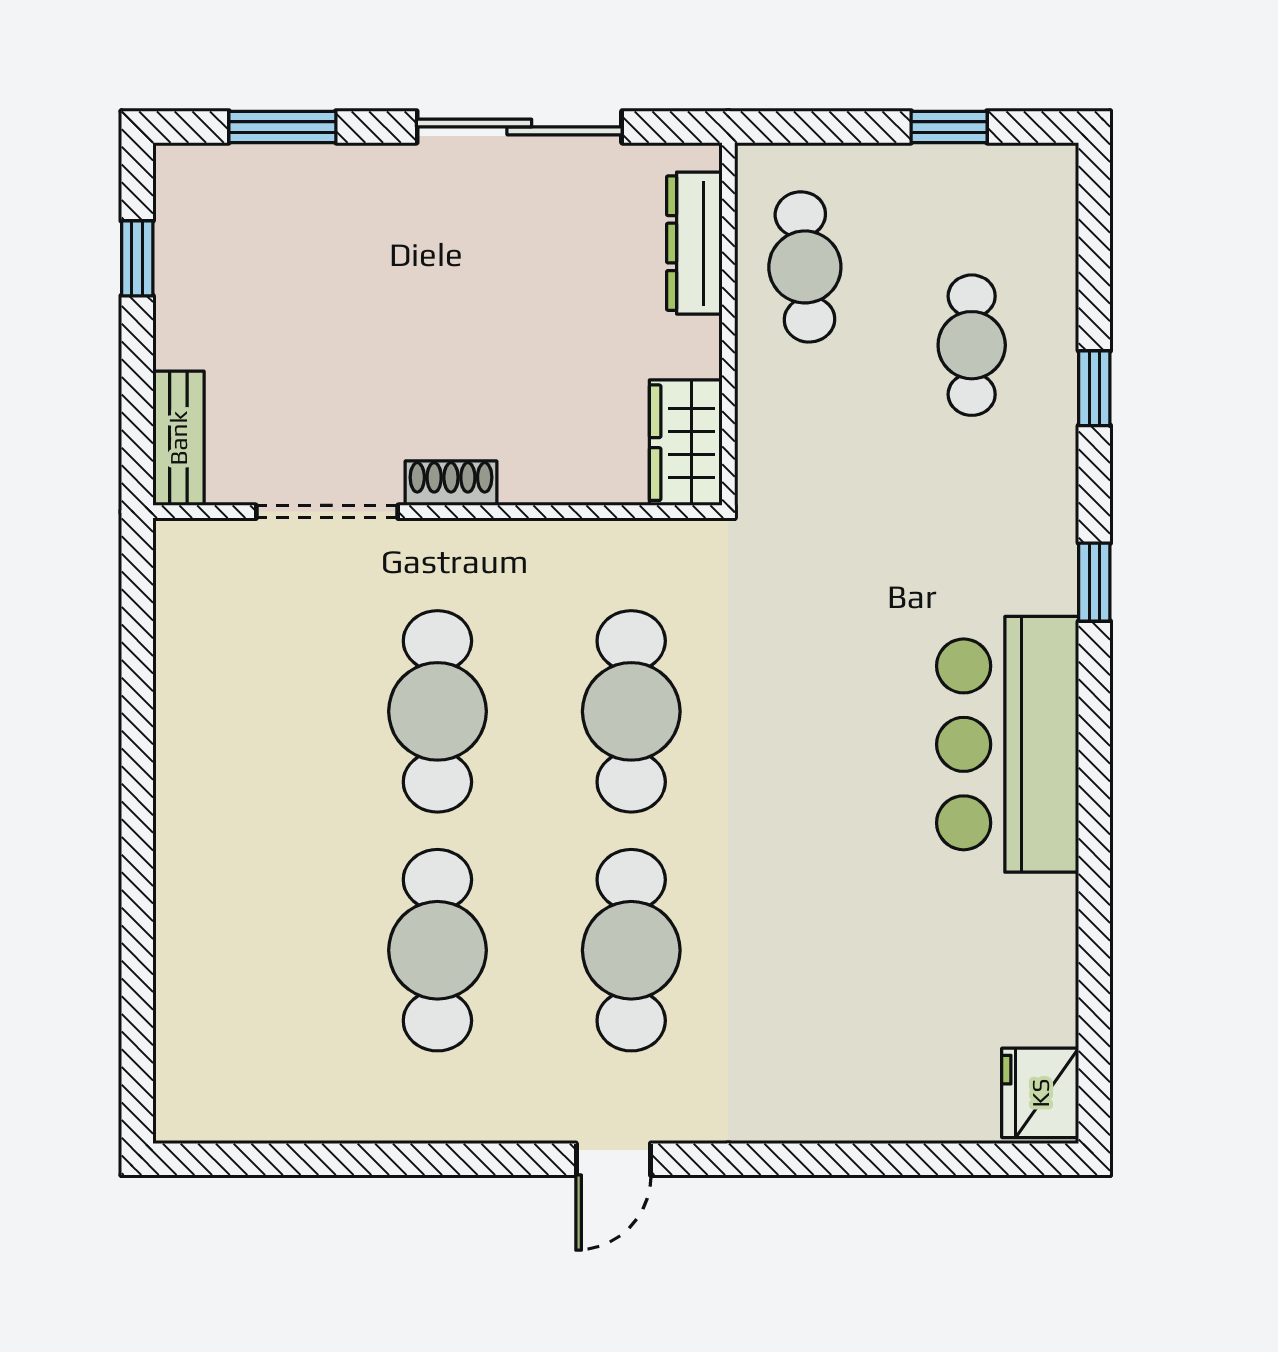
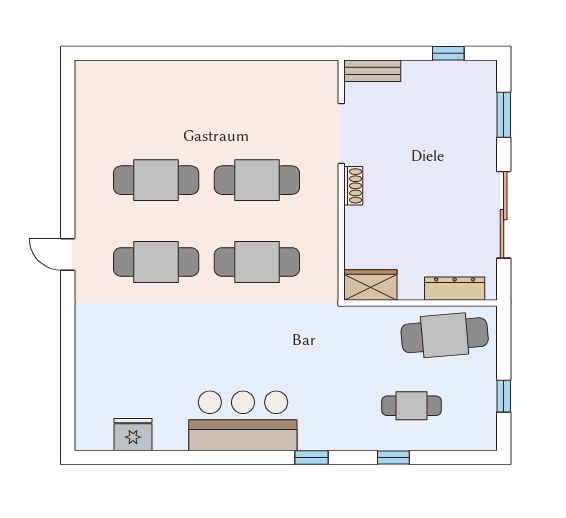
cafe table: (805, 267) -> (445, 335), width x1.37, depth x1.35
fridge: (1040, 1093) -> (133, 435), moved

